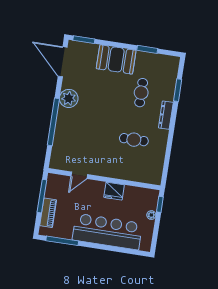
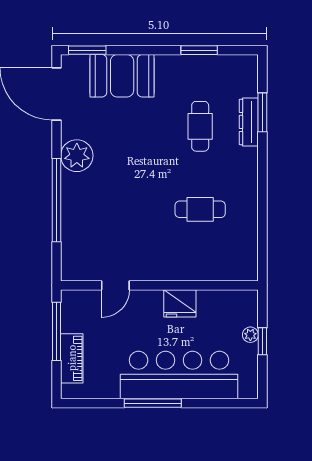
booth: (116, 59) -> (122, 76), moved
dresser: (166, 115) -> (249, 122), moved
window: (160, 204) -> (262, 341), moved
window: (62, 241) -> (153, 403), moved

